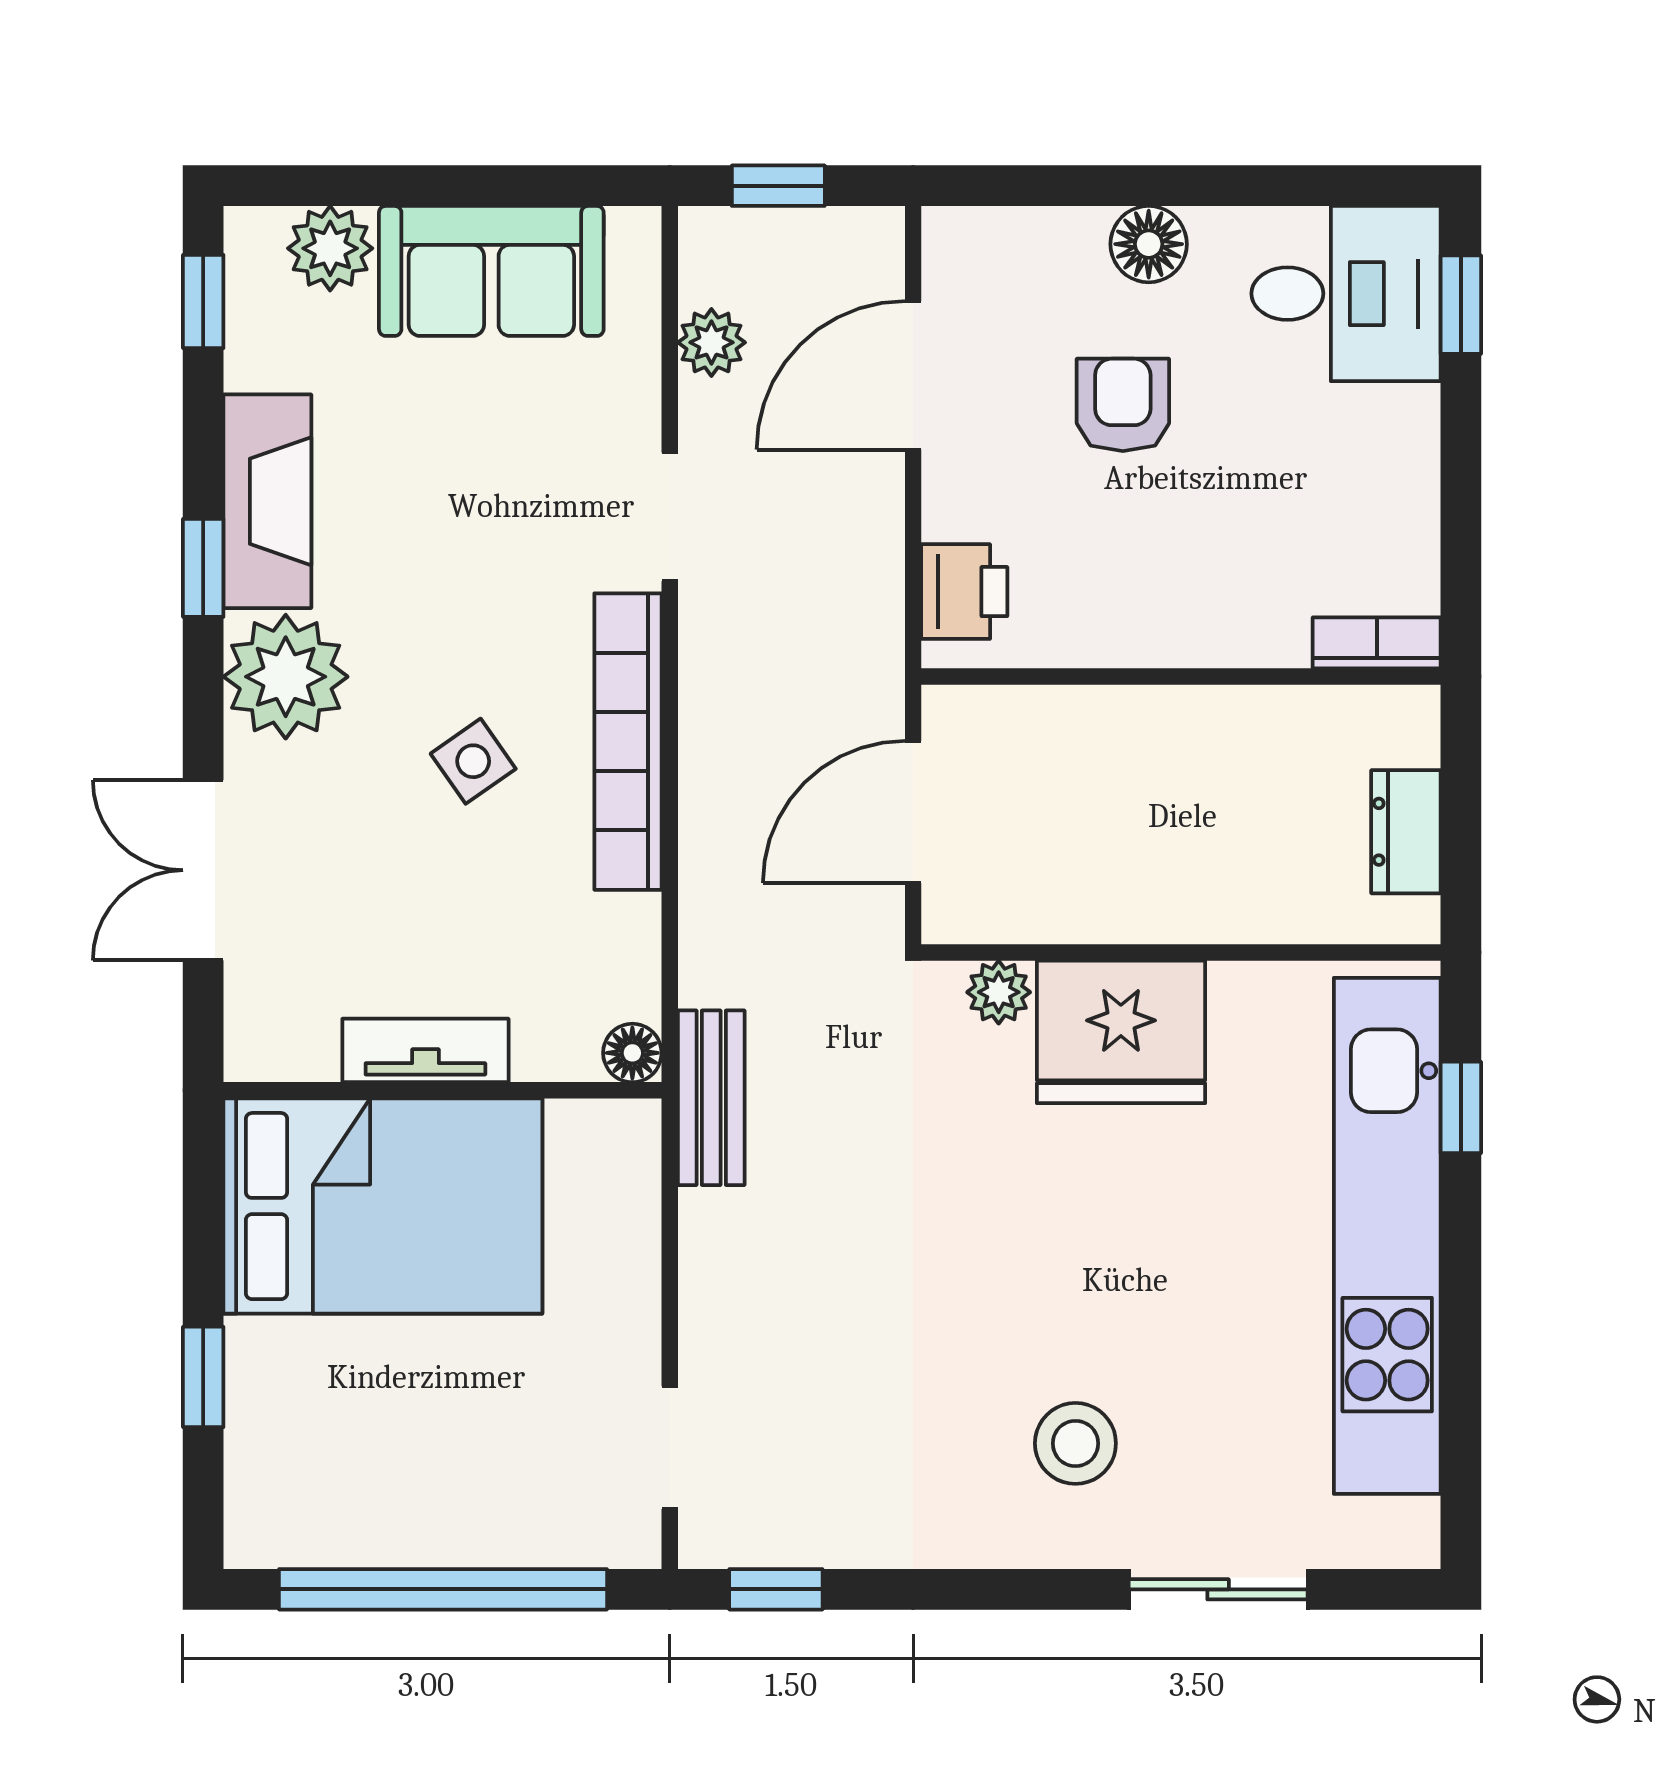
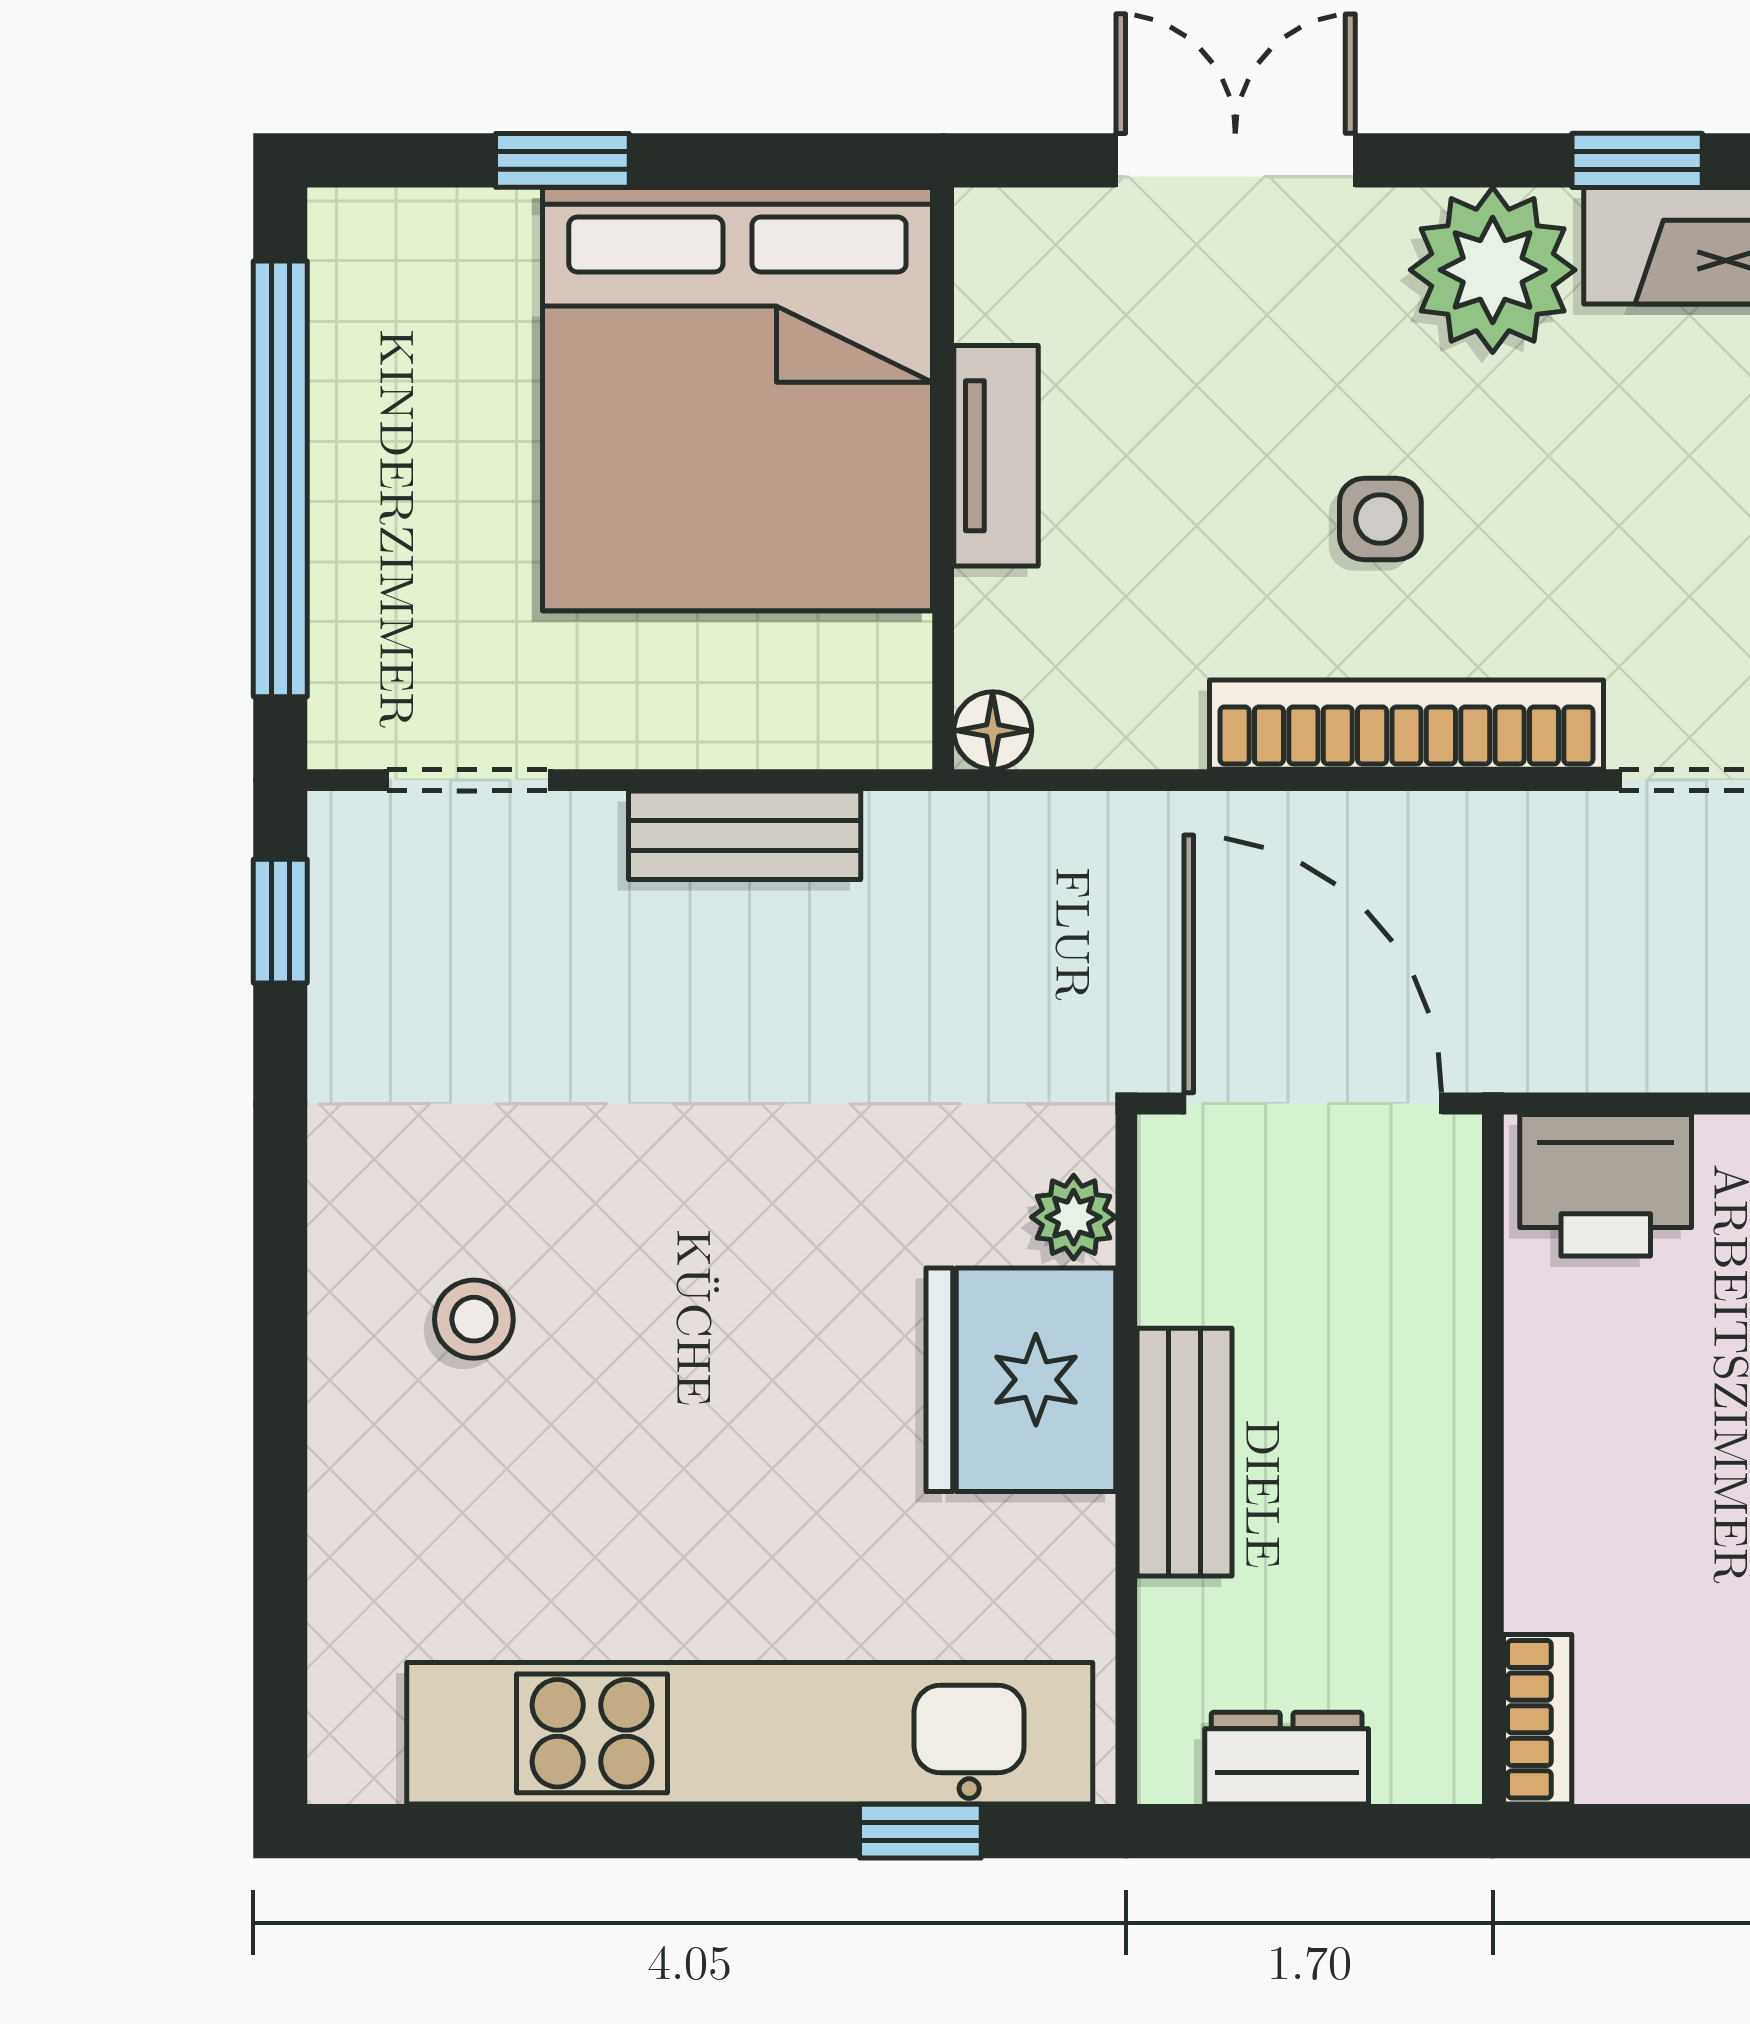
printer: (964, 592) -> (1606, 1185), width x1.36, depth x1.24
side table: (473, 761) -> (1380, 519), turned 35
door: (913, 812) -> (1313, 1104), width x1.36
bench: (1176, 909) -> (1184, 1452), added
bench: (711, 1098) -> (745, 835), moved
bed: (383, 1206) -> (737, 399), width x1.36
stool: (1075, 1443) -> (474, 1319), width x0.73, depth x0.73
sliding door: (1218, 1589) -> (280, 1509), removed

